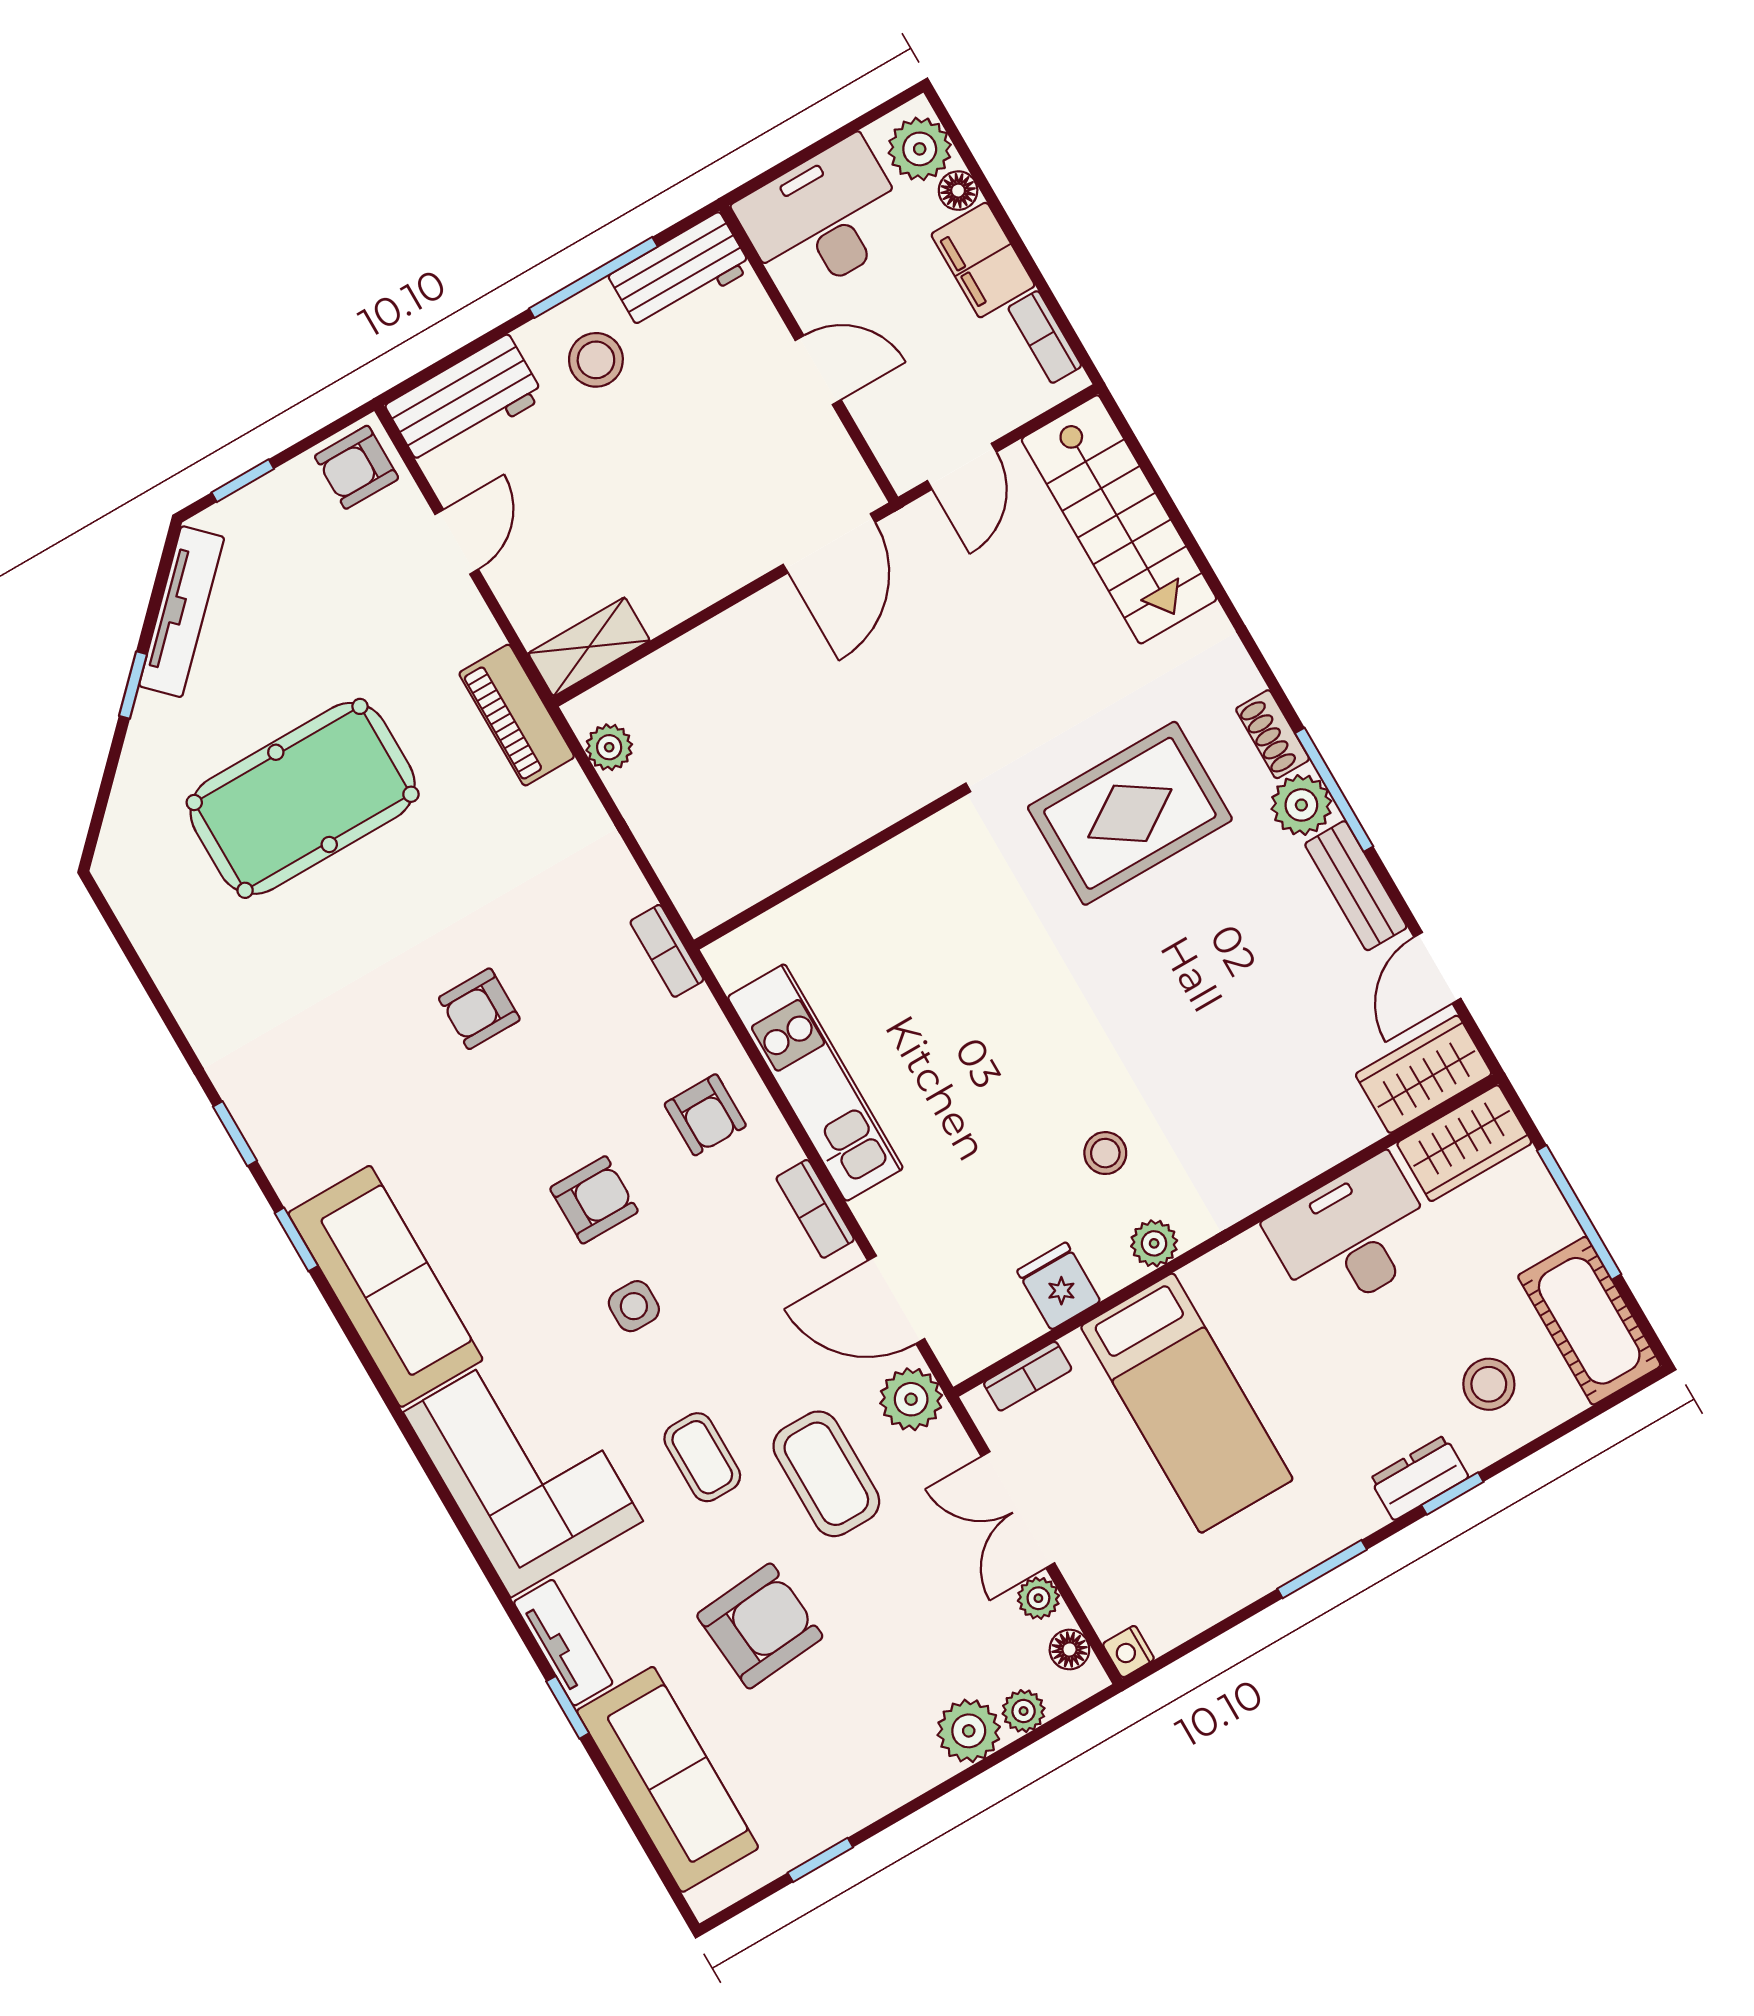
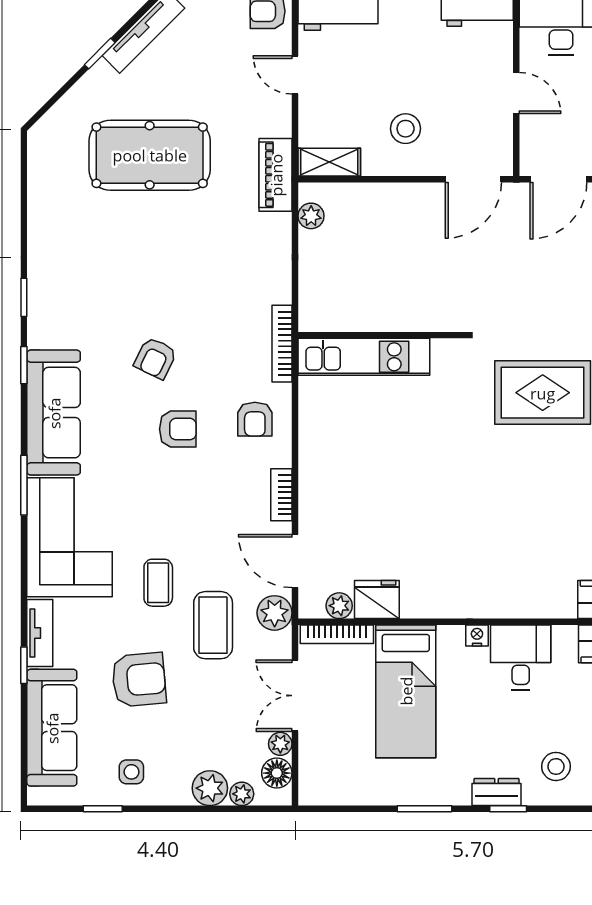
stool: (596, 360) -> (406, 129), moved
door: (962, 466) -> (558, 179), width x1.38
door: (457, 542) -> (295, 75), swing flipped
bookcase: (667, 951) -> (282, 344), width x1.56
armchair: (479, 1009) -> (155, 358), moved, turned -64
kitchen unit: (815, 1083) -> (364, 357), moved, turned 90
stool: (1105, 1153) -> (436, 549), removed
desk: (1352, 1236) -> (521, 657), width x0.73
plant: (1154, 1243) -> (339, 606), moved
fridge: (1059, 1286) -> (377, 600), width x1.38
side table: (634, 1306) -> (131, 772), moved
bookcase: (1028, 1376) -> (337, 634), width x1.56
window: (405, 1426) -> (24, 485), added
floor lamp: (1069, 1649) -> (277, 773), width x1.37, depth x1.37
nightstand: (1128, 1652) -> (477, 635), moved, turned 90

